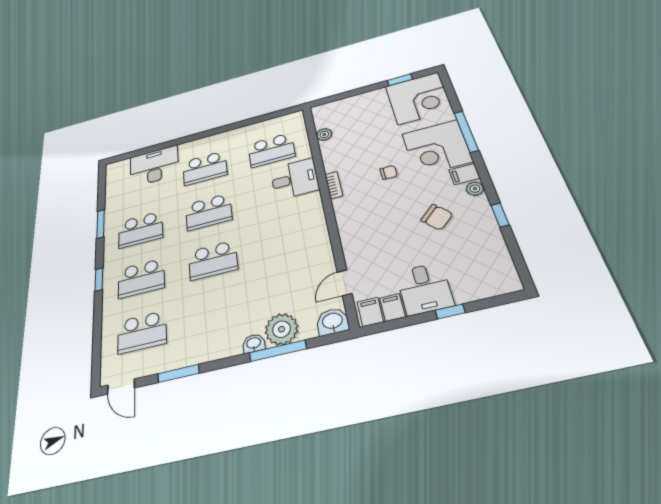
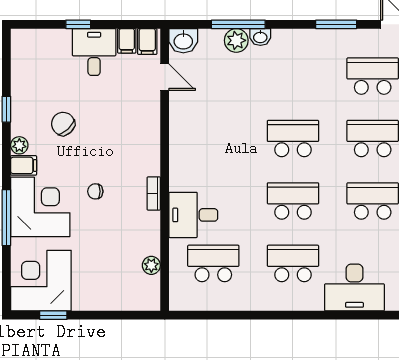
door: (345, 283) -> (165, 77), hinge flipped
plant: (281, 329) -> (236, 40), width x0.73, depth x0.73

